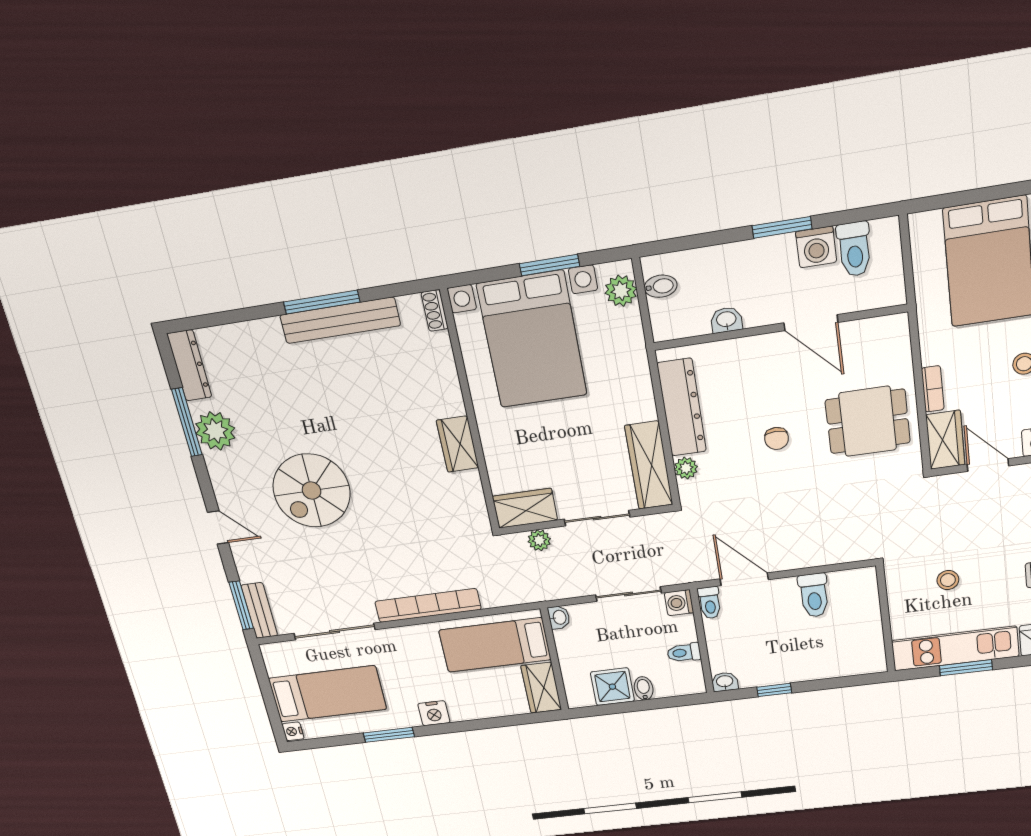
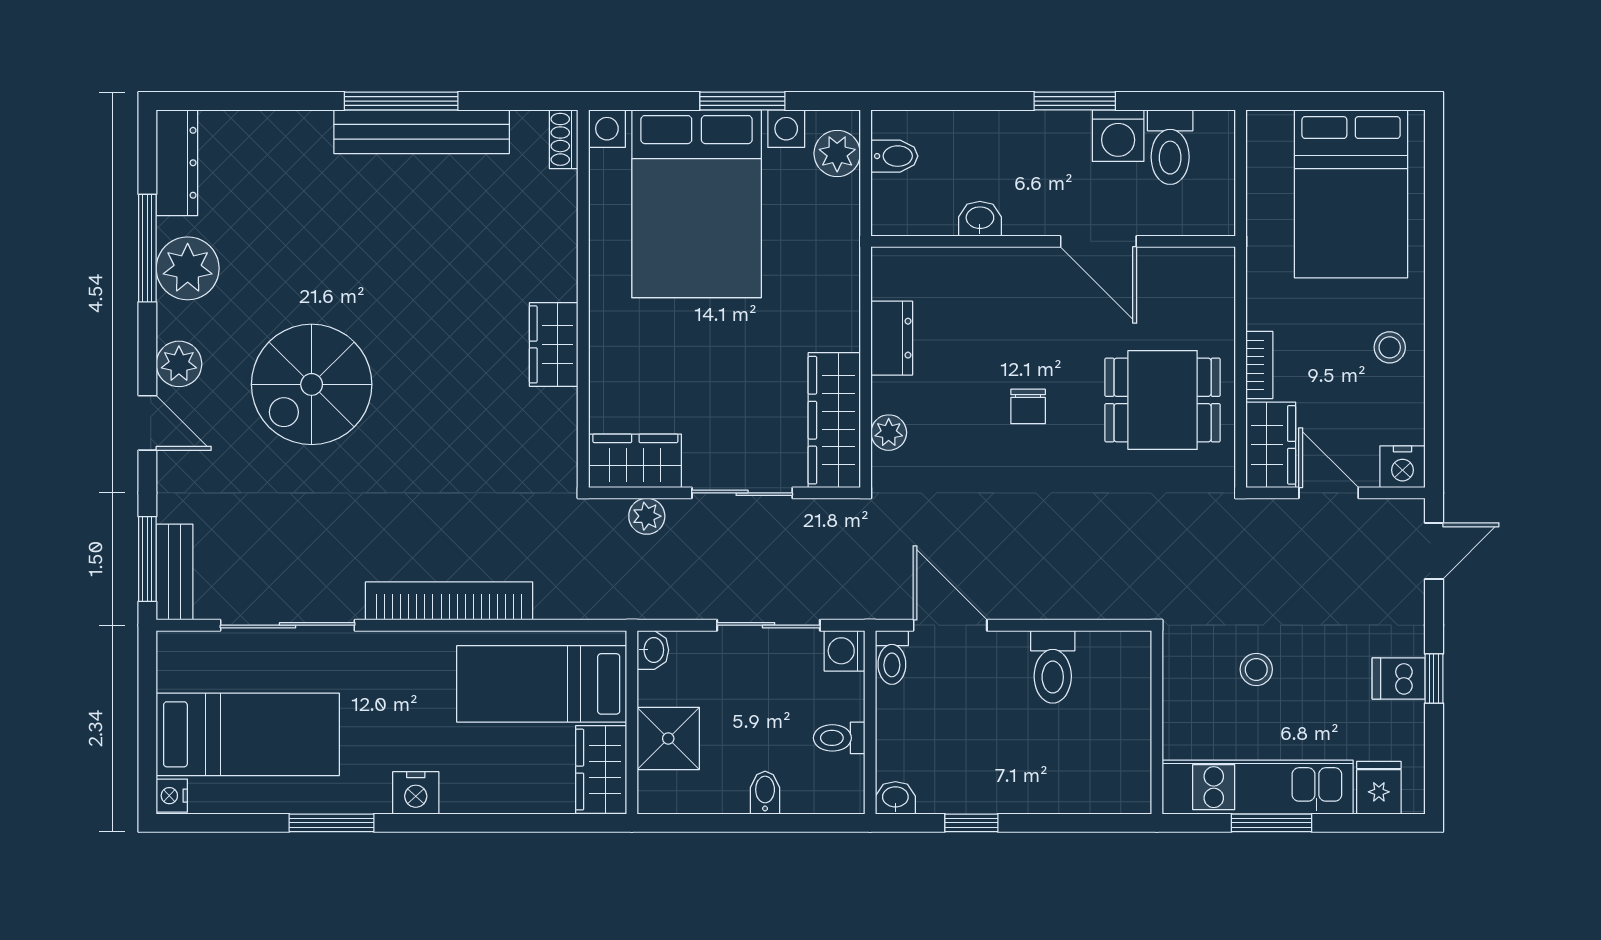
dresser: (682, 407) -> (892, 338), width x0.51, depth x0.80
plant: (227, 490) -> (179, 364), added
shower: (612, 687) -> (668, 738), moved

